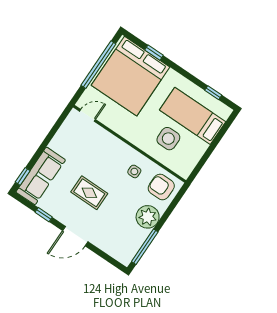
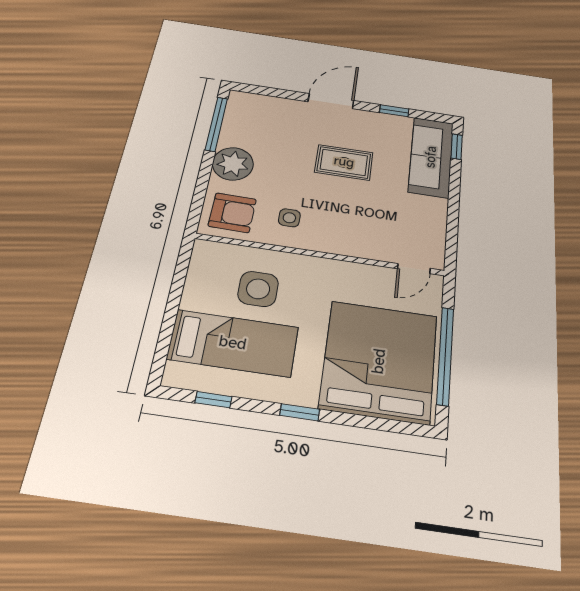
window: (154, 53) -> (300, 412), moved

